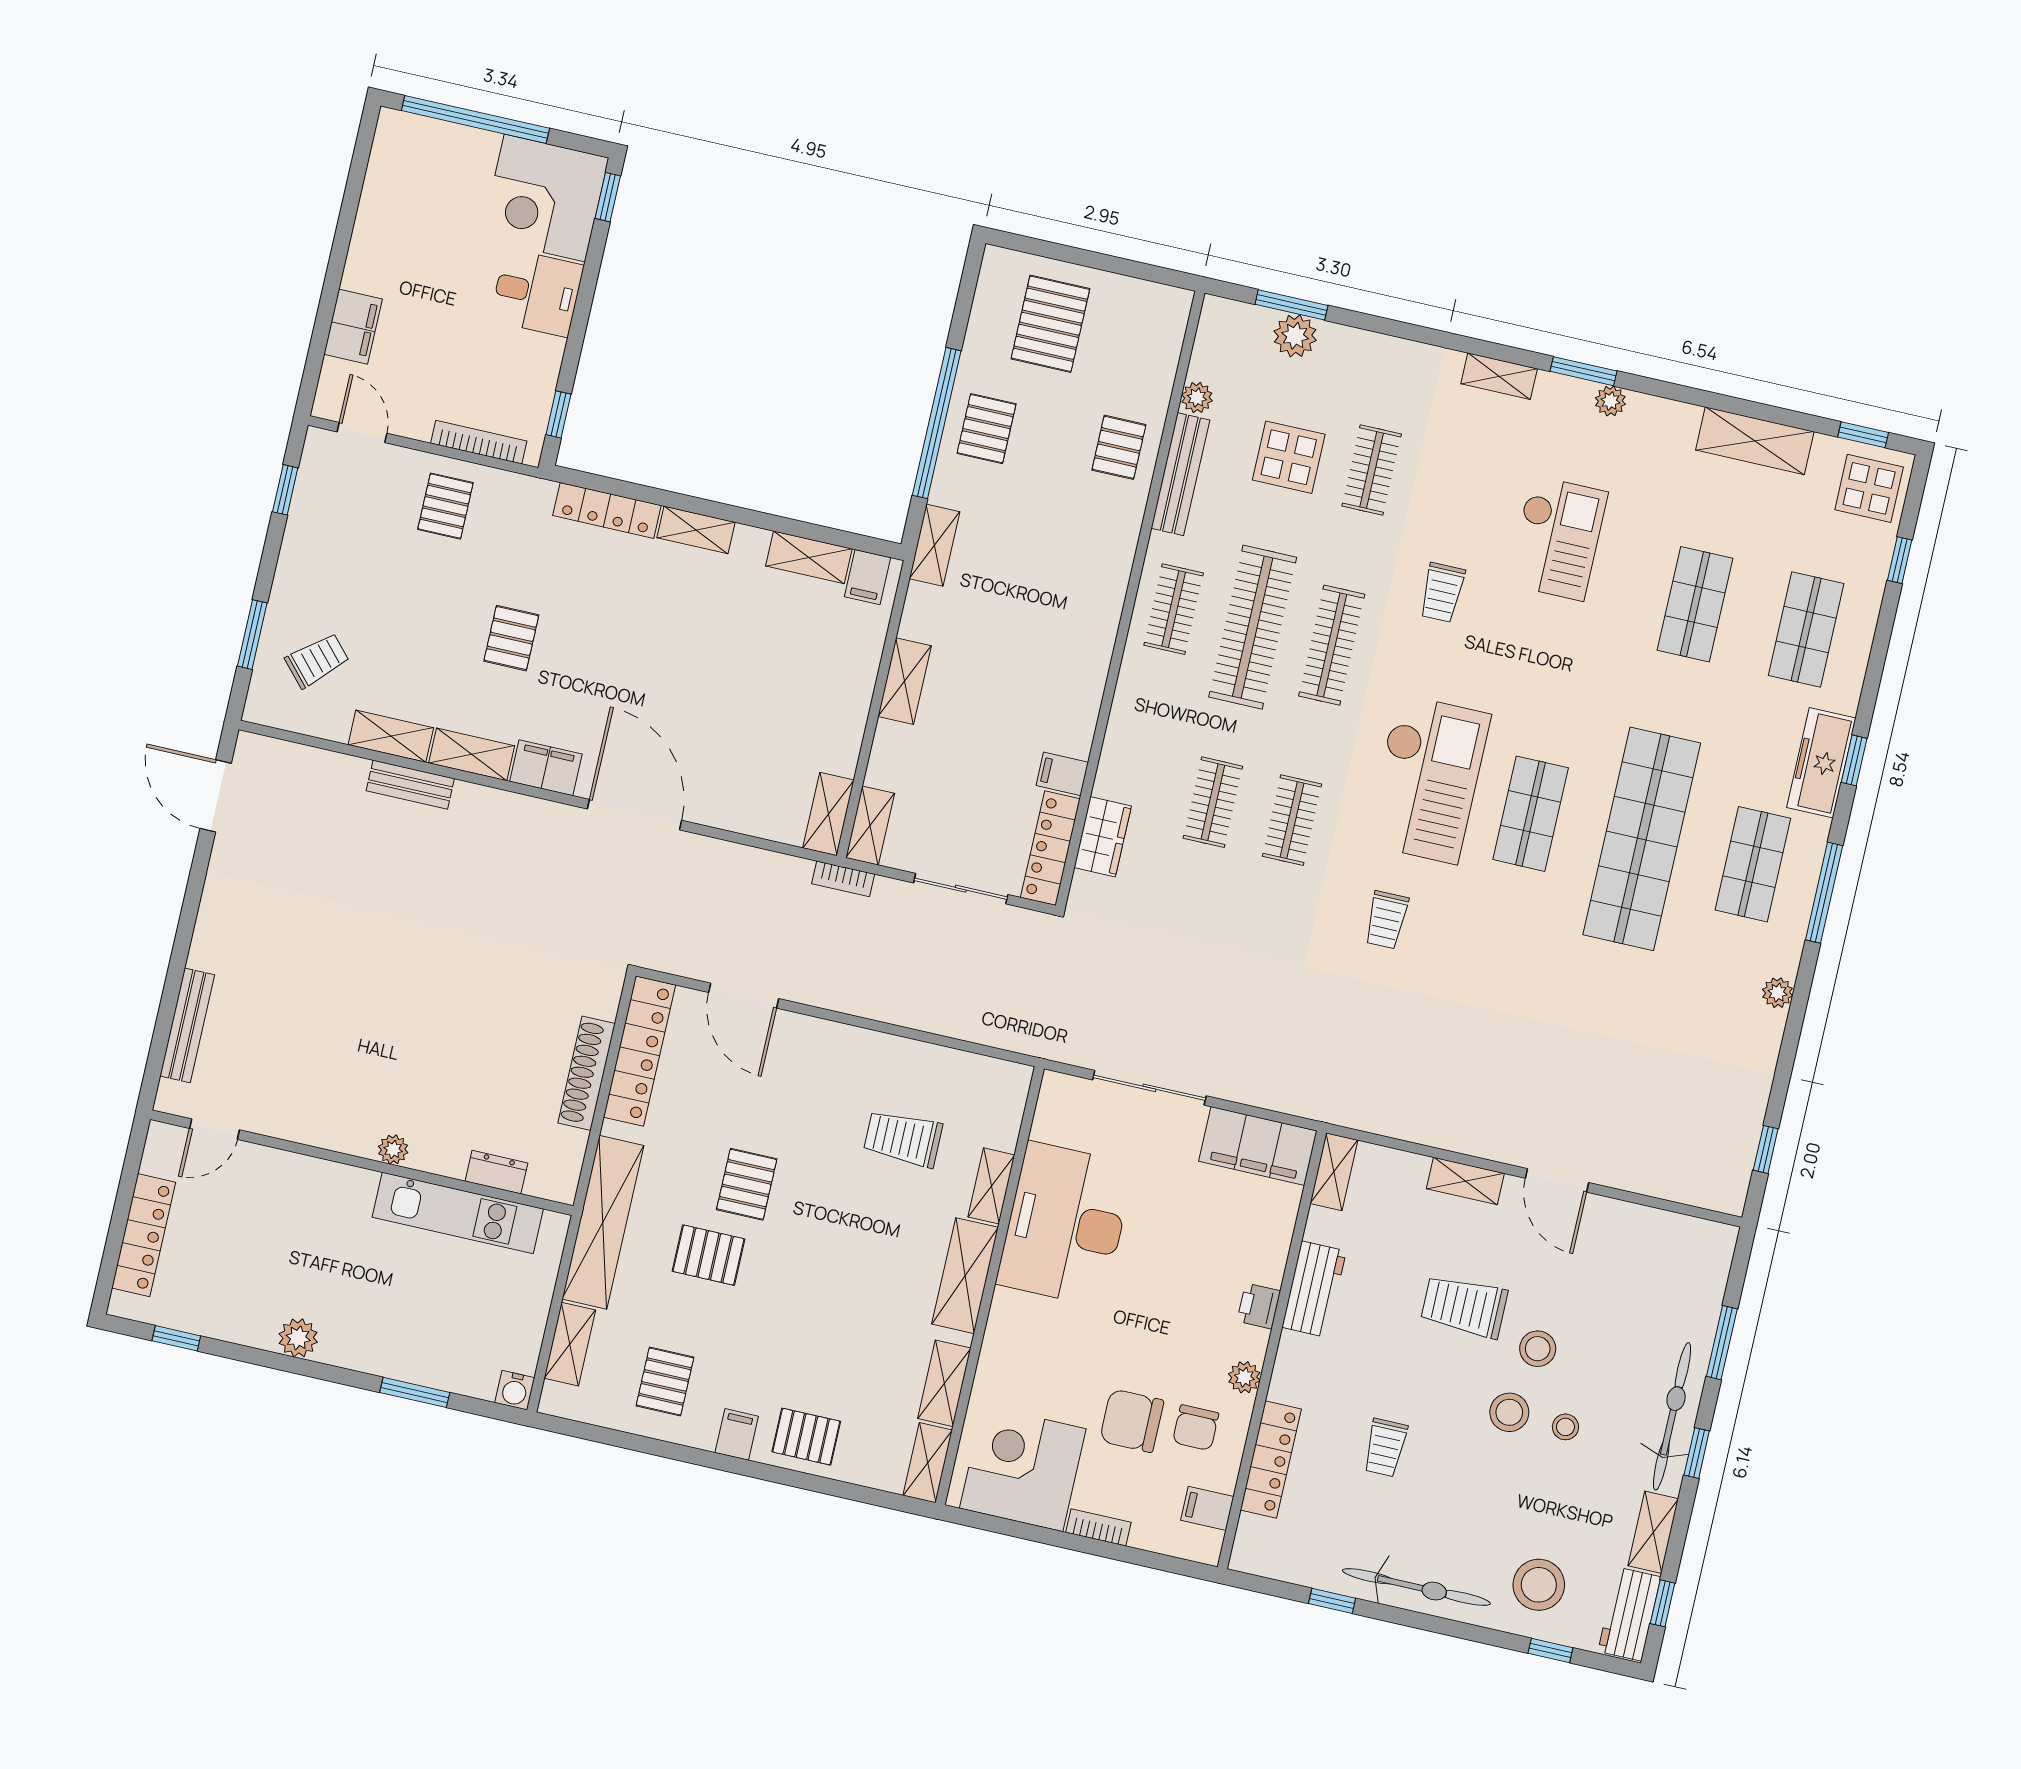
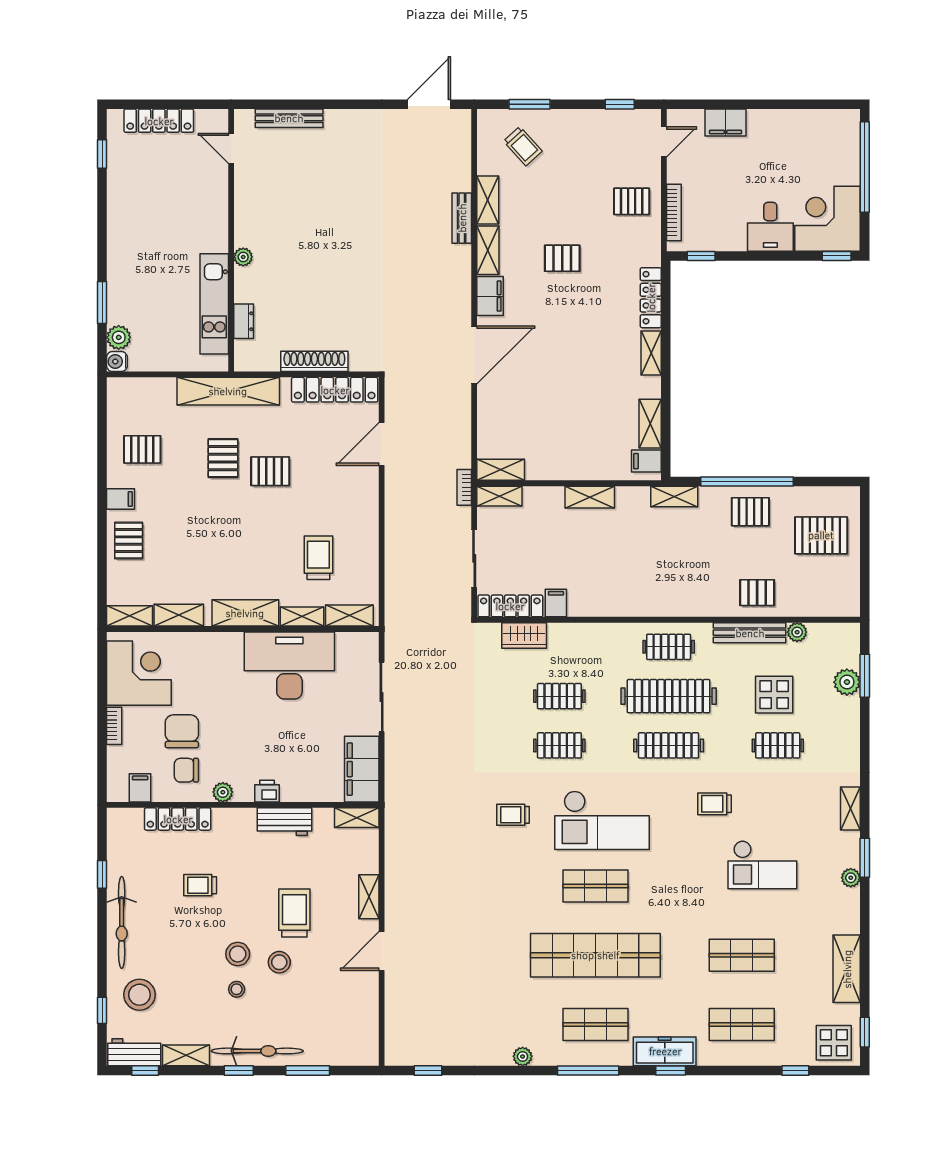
plant: (298, 1338) -> (119, 337), moved
shelving: (570, 1344) -> (349, 616), moved

